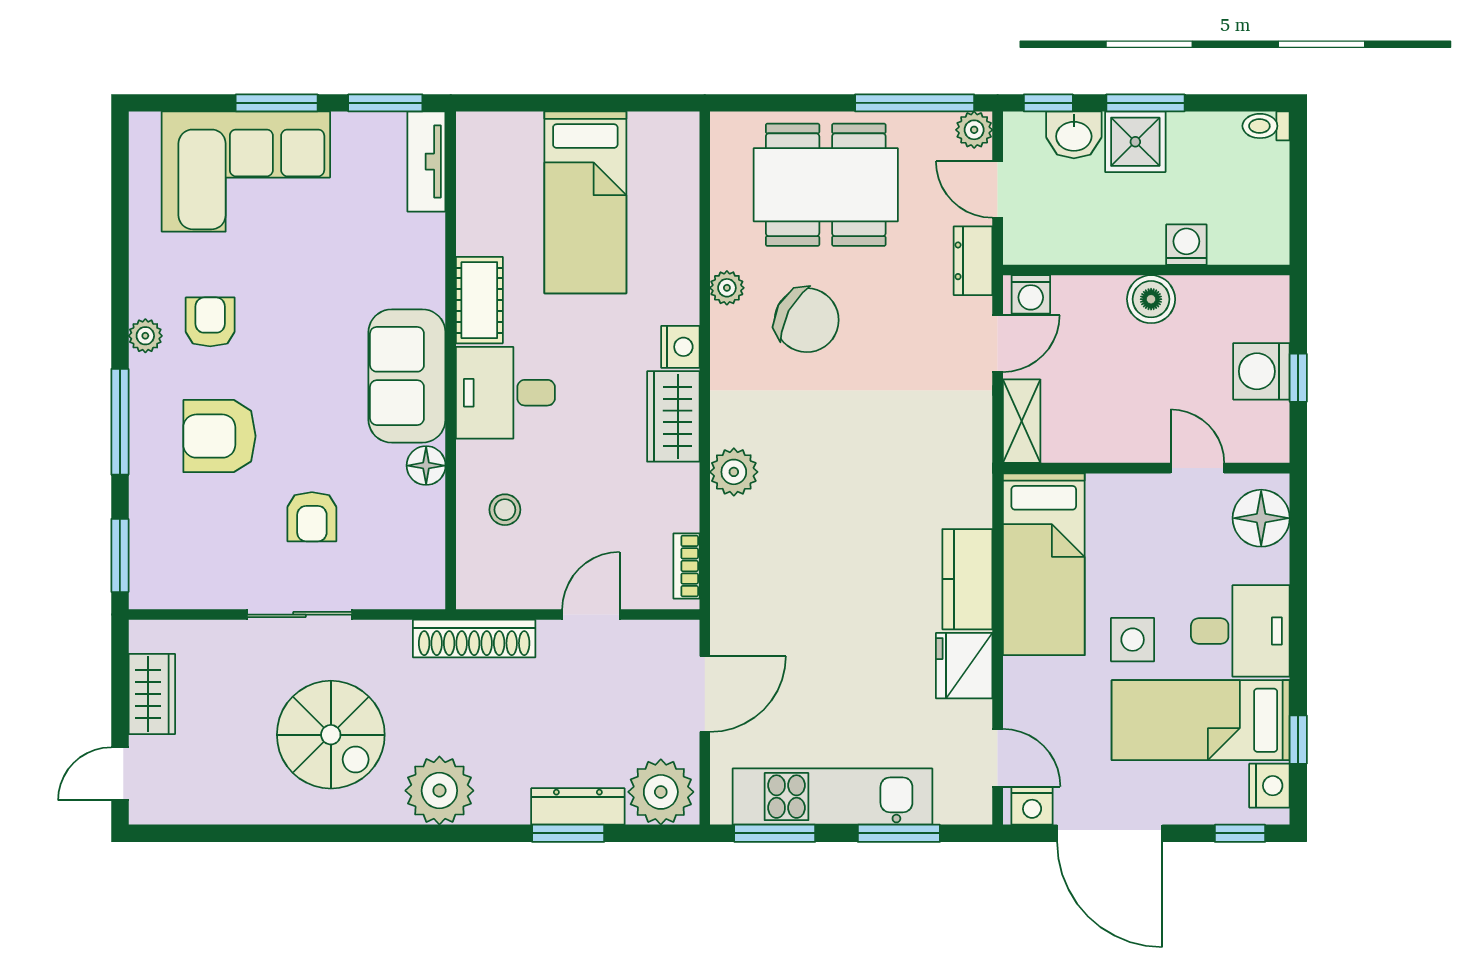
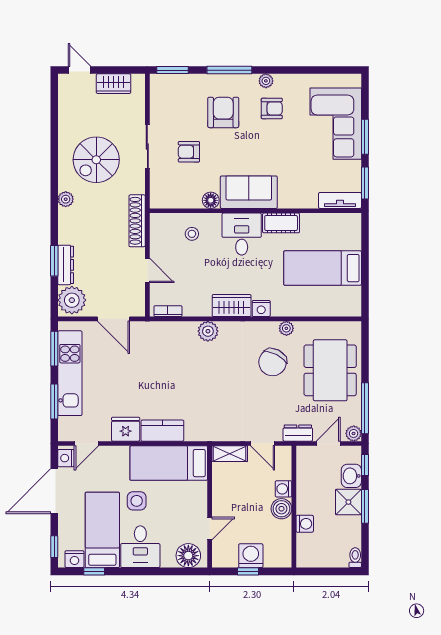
washing machine: (1031, 294) -> (284, 489), moved
plant: (439, 791) -> (66, 199), width x0.53, depth x0.53

